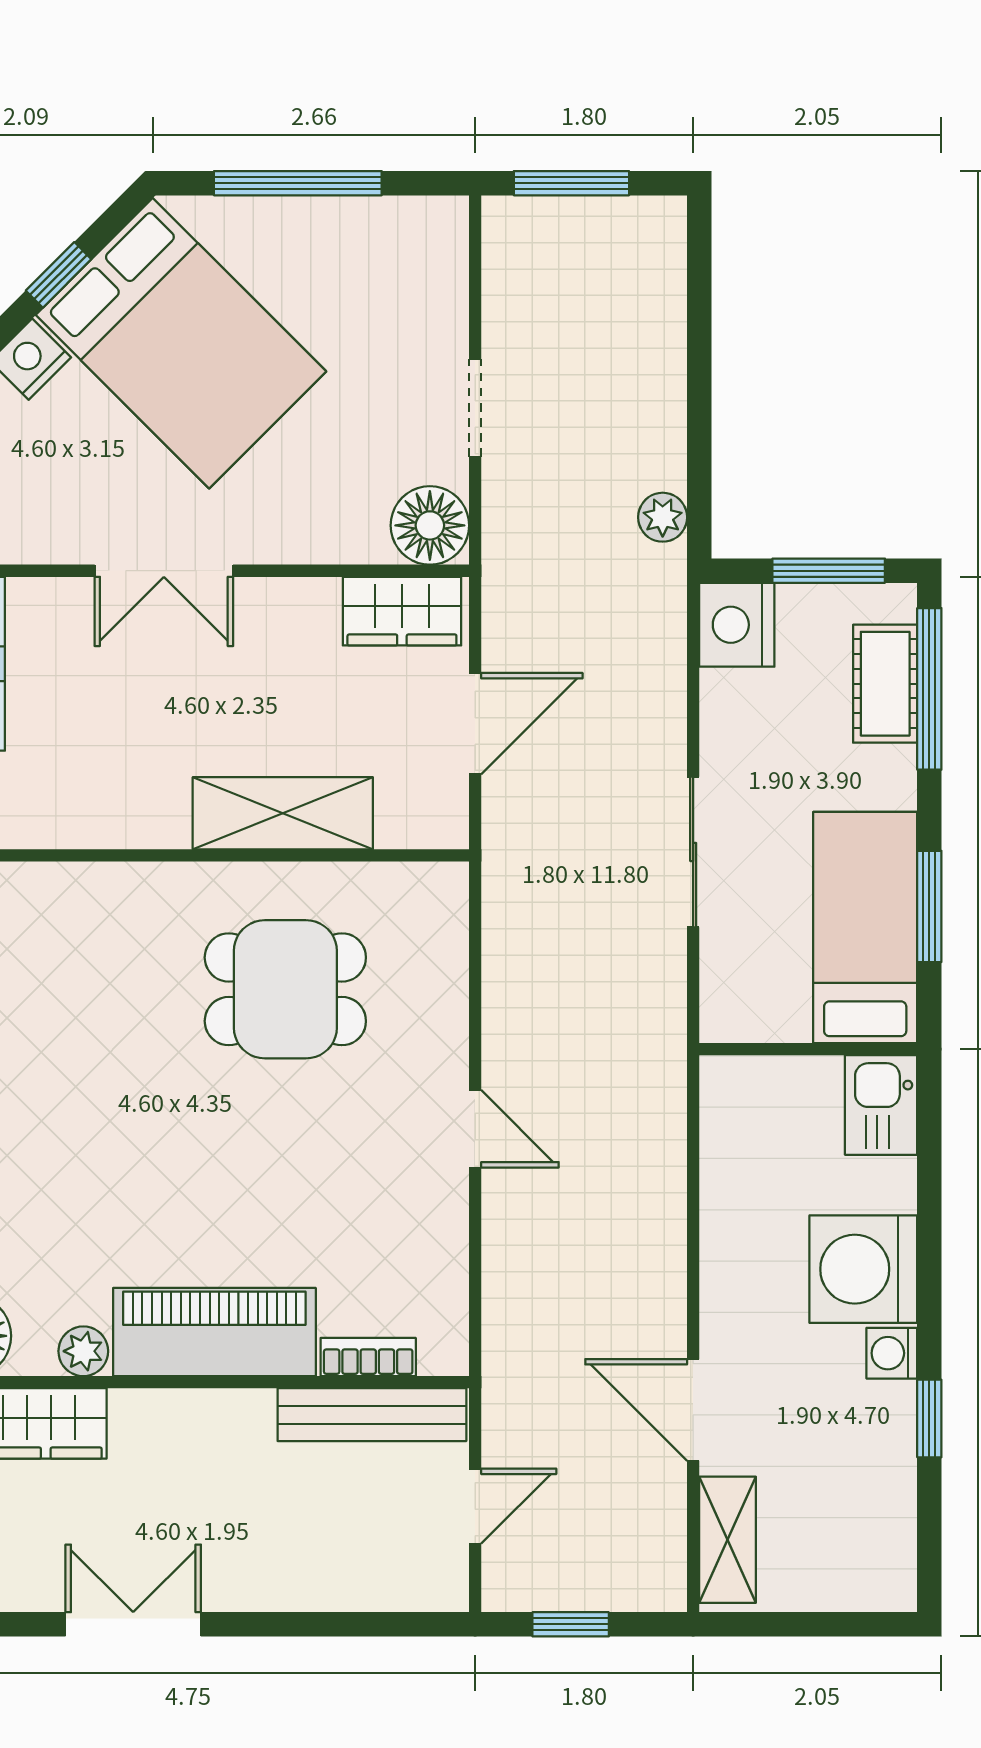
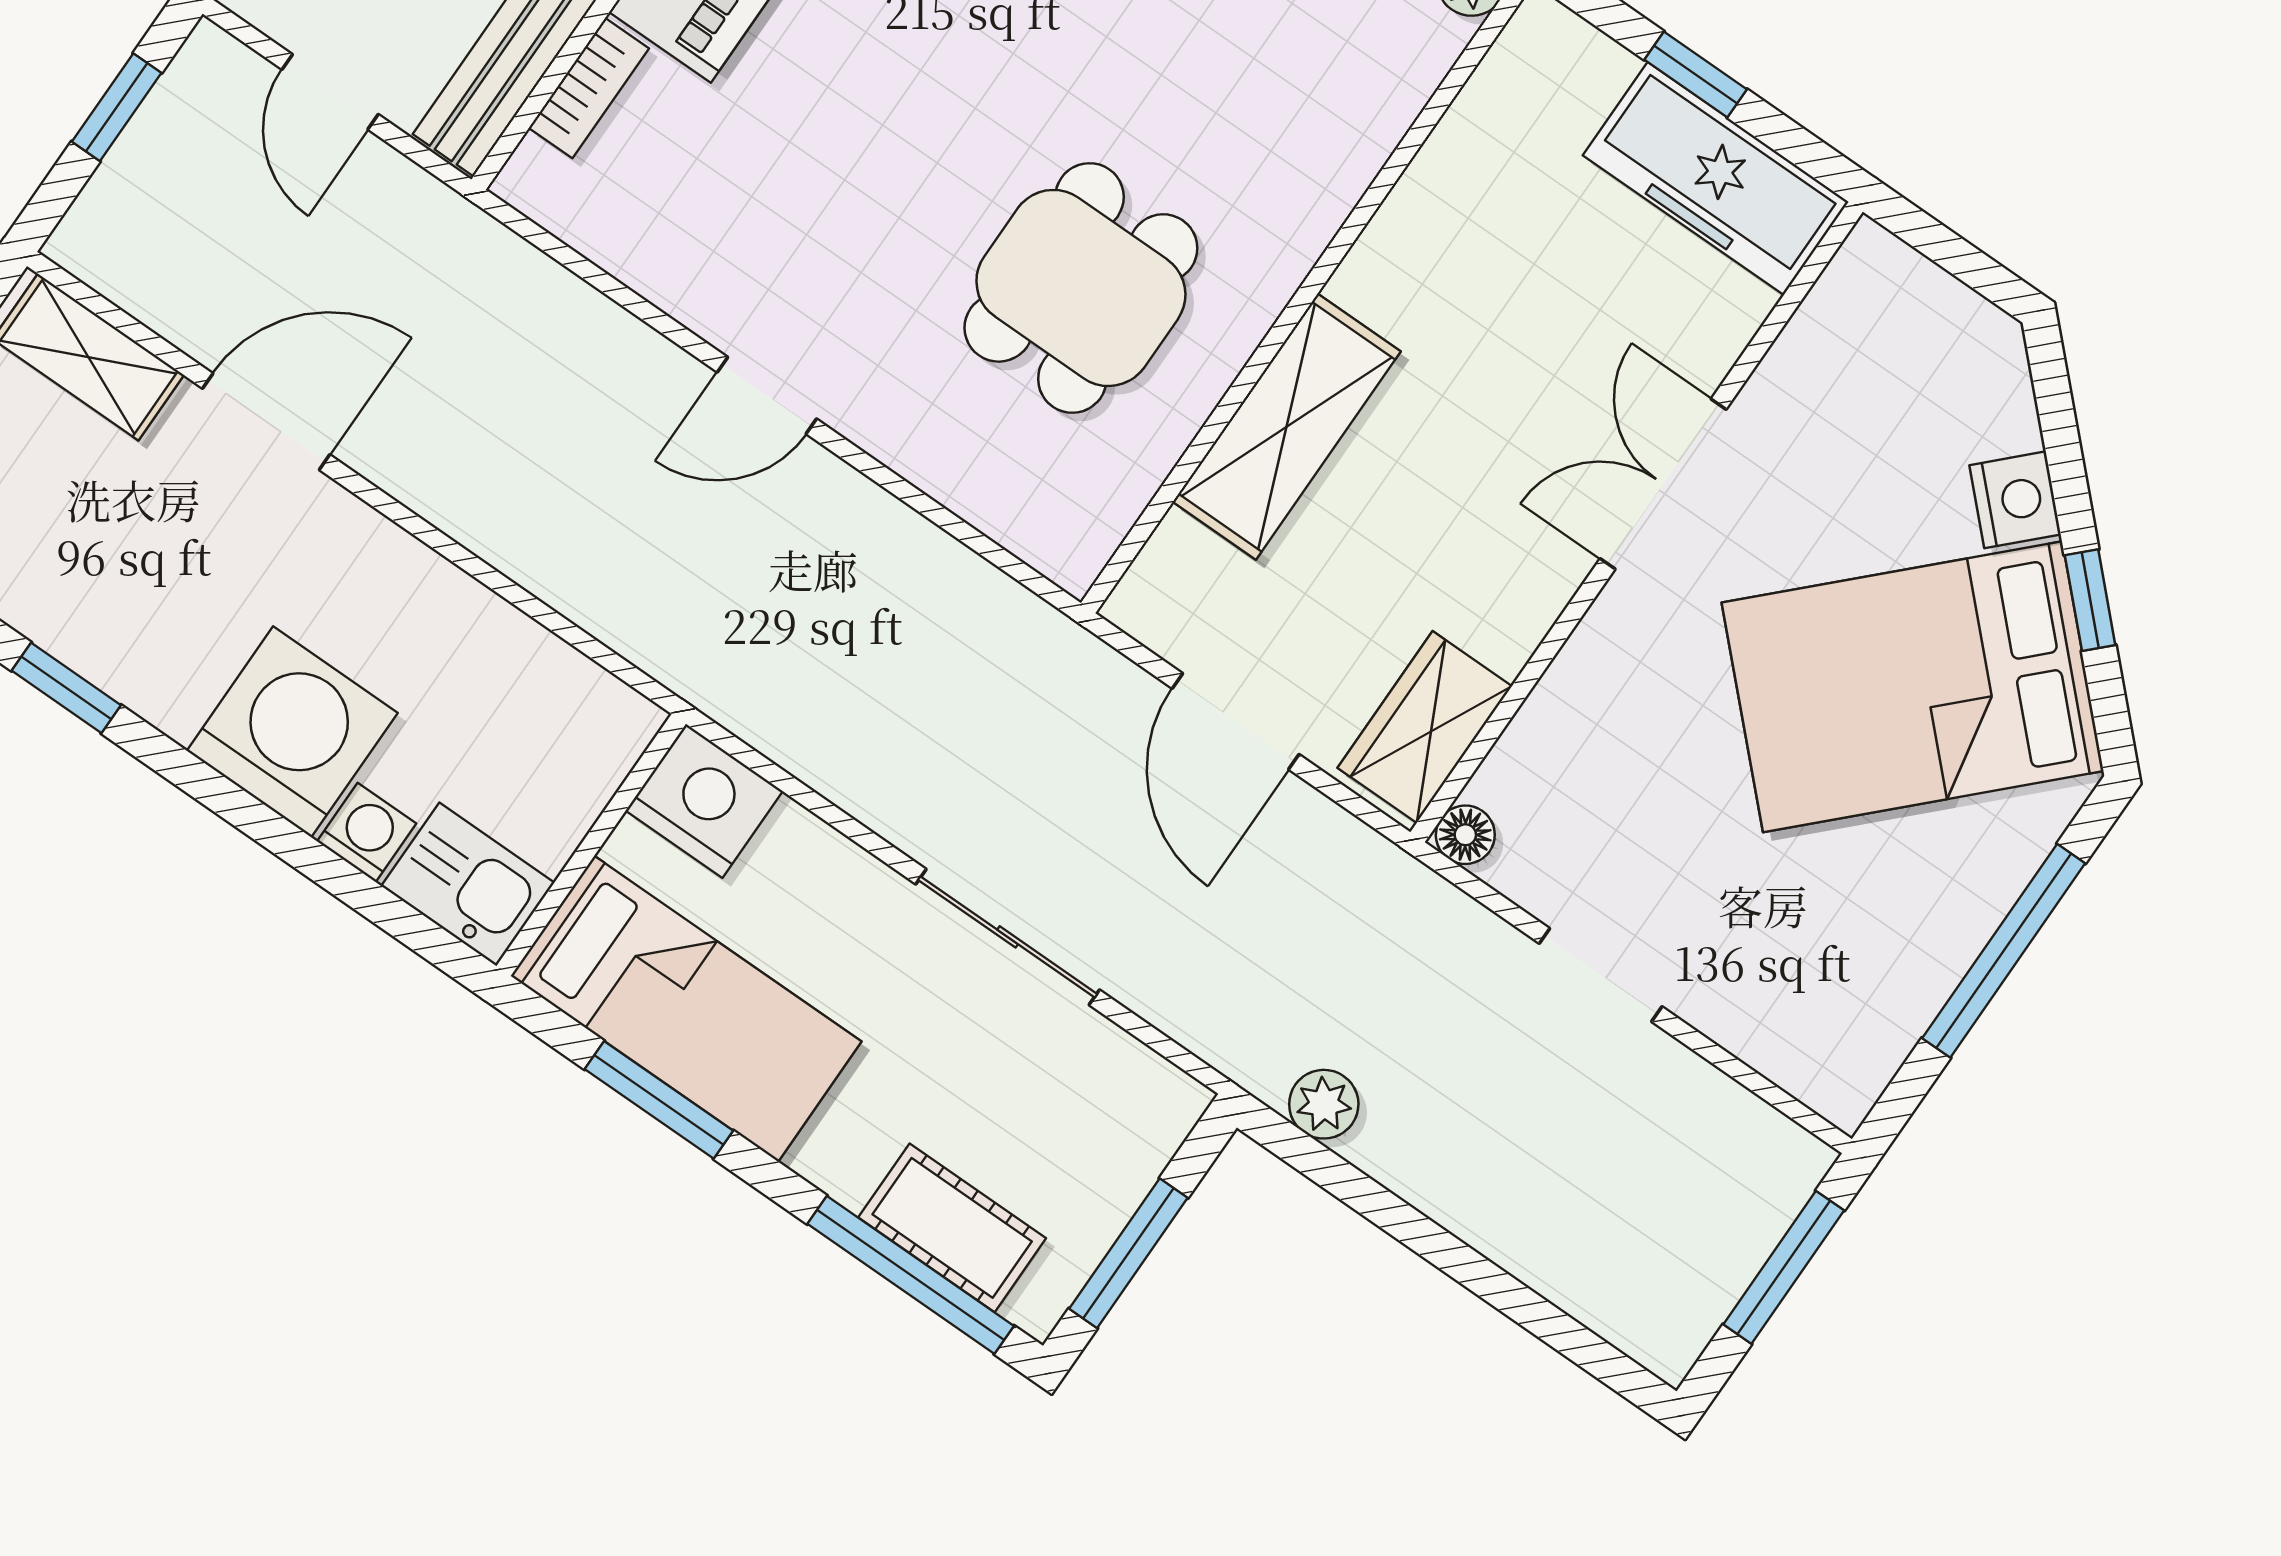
floor lamp: (430, 525) -> (1465, 835), width x0.53, depth x0.53
nightstand: (737, 625) -> (704, 801), moved
sliding door: (693, 852) -> (1008, 937), moved
washing machine: (892, 1353) -> (367, 832), moved

